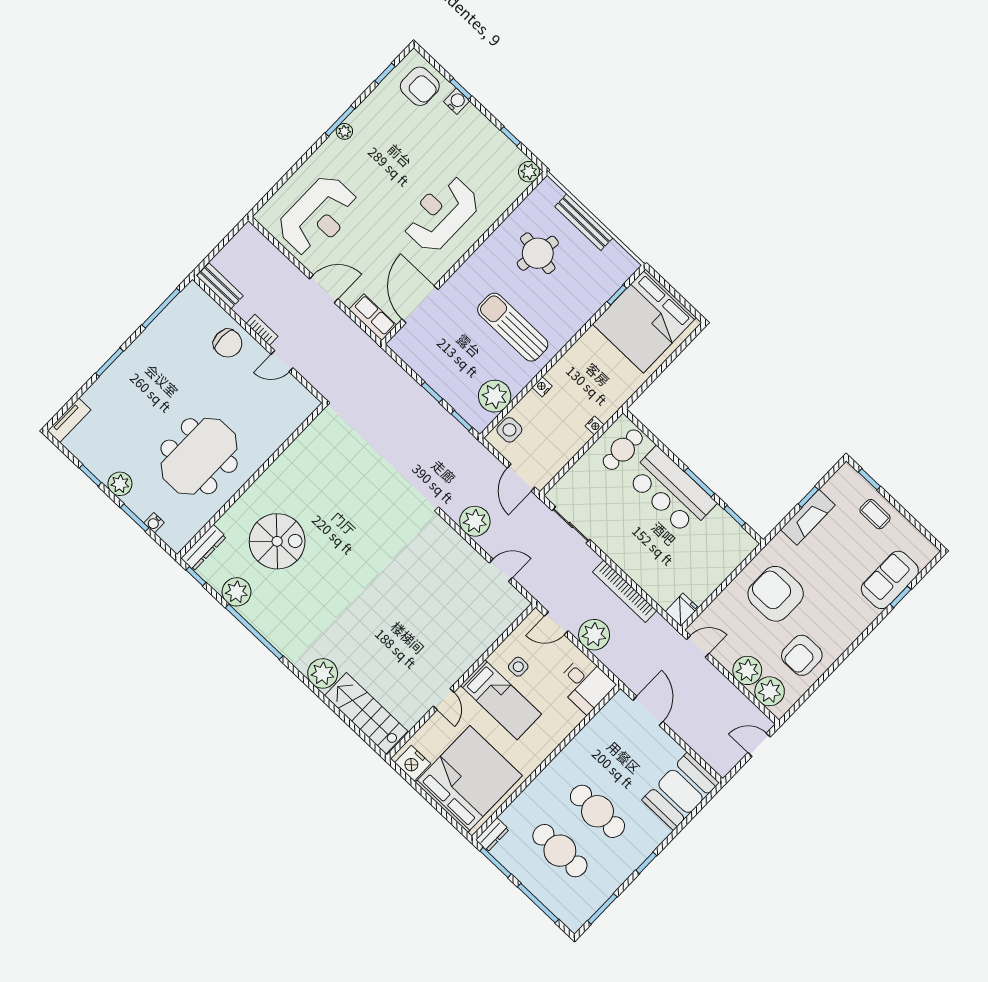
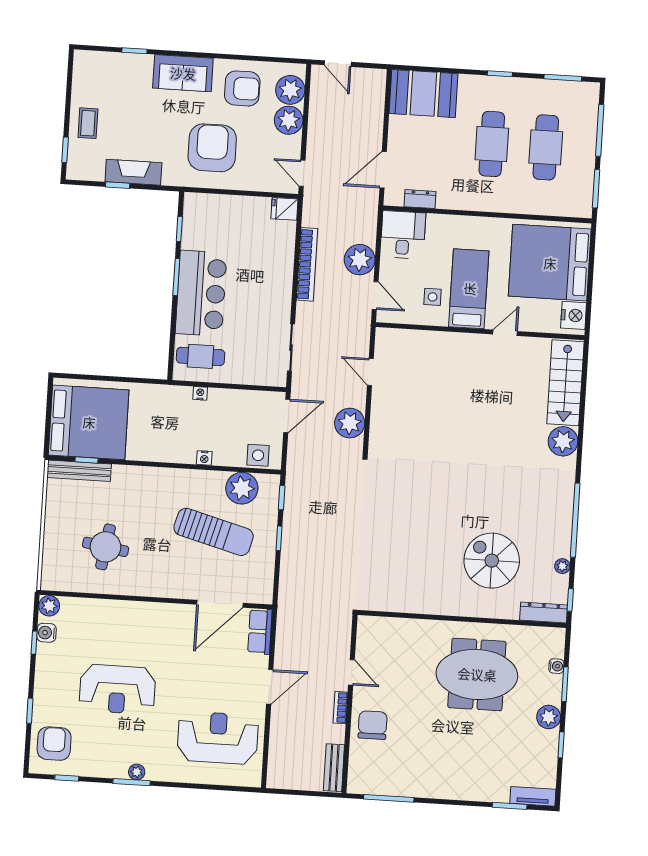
water cooler: (457, 101) -> (47, 633), moved
reception desk: (441, 214) -> (117, 689), moved
bench: (584, 222) -> (79, 471), moved, turned 90
door: (324, 289) -> (270, 687), swing flipped
sun lounger: (513, 327) -> (214, 532), moved, turned -75
window: (109, 362) -> (510, 806), moved
sofa: (890, 580) -> (183, 73), moved
plant: (237, 592) -> (562, 566), width x0.53, depth x0.53
armchair: (776, 594) -> (212, 148), turned 180
dresser: (492, 835) -> (420, 199), moved

